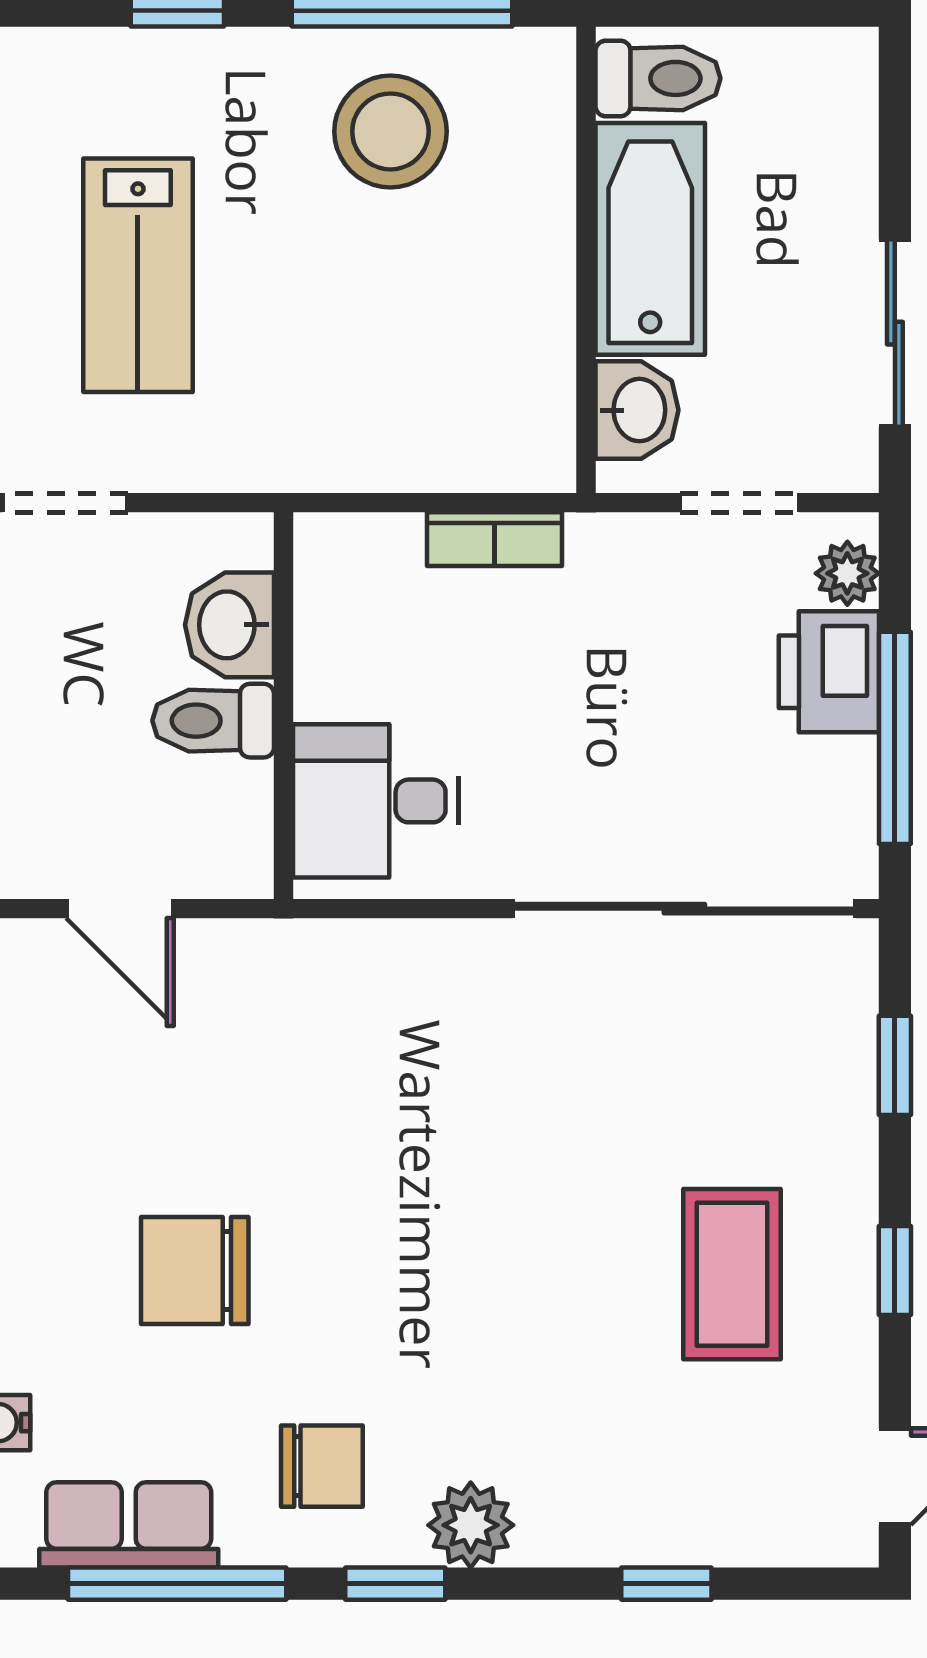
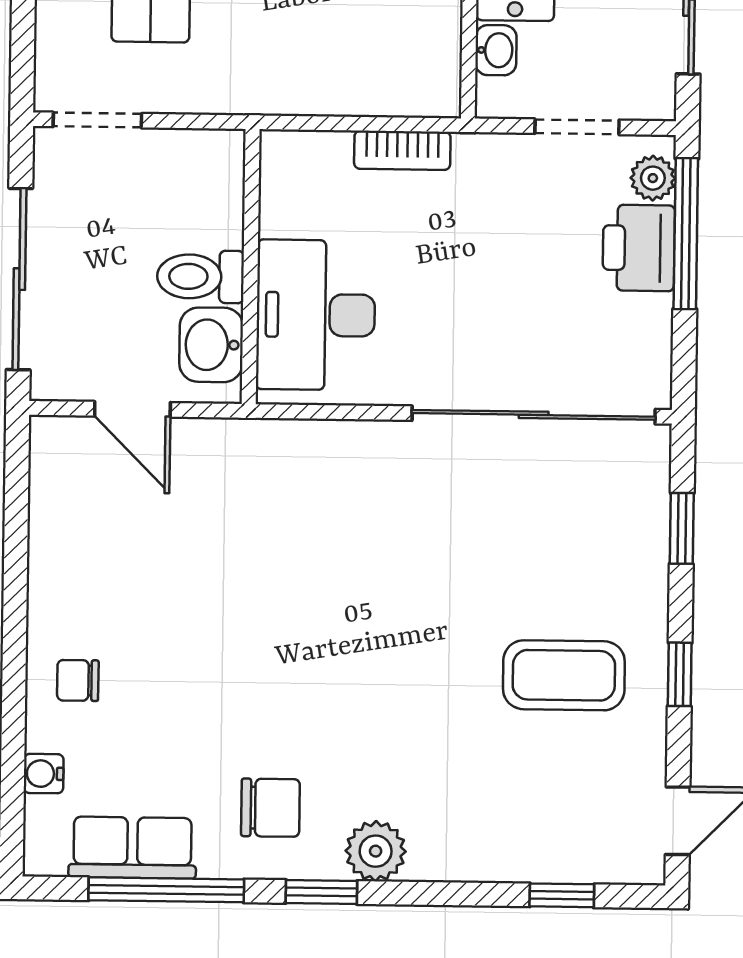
washbasin: (637, 410) -> (496, 50), width x0.72, depth x0.69
washbasin: (230, 625) -> (211, 345), moved
window: (895, 738) -> (686, 234), moved
desk: (376, 801) -> (316, 315), width x1.37
chair: (195, 1270) -> (78, 680), moved, width x0.54, depth x0.54
coffee table: (732, 1274) -> (564, 675), turned 90
window: (666, 1584) -> (562, 895), moved

